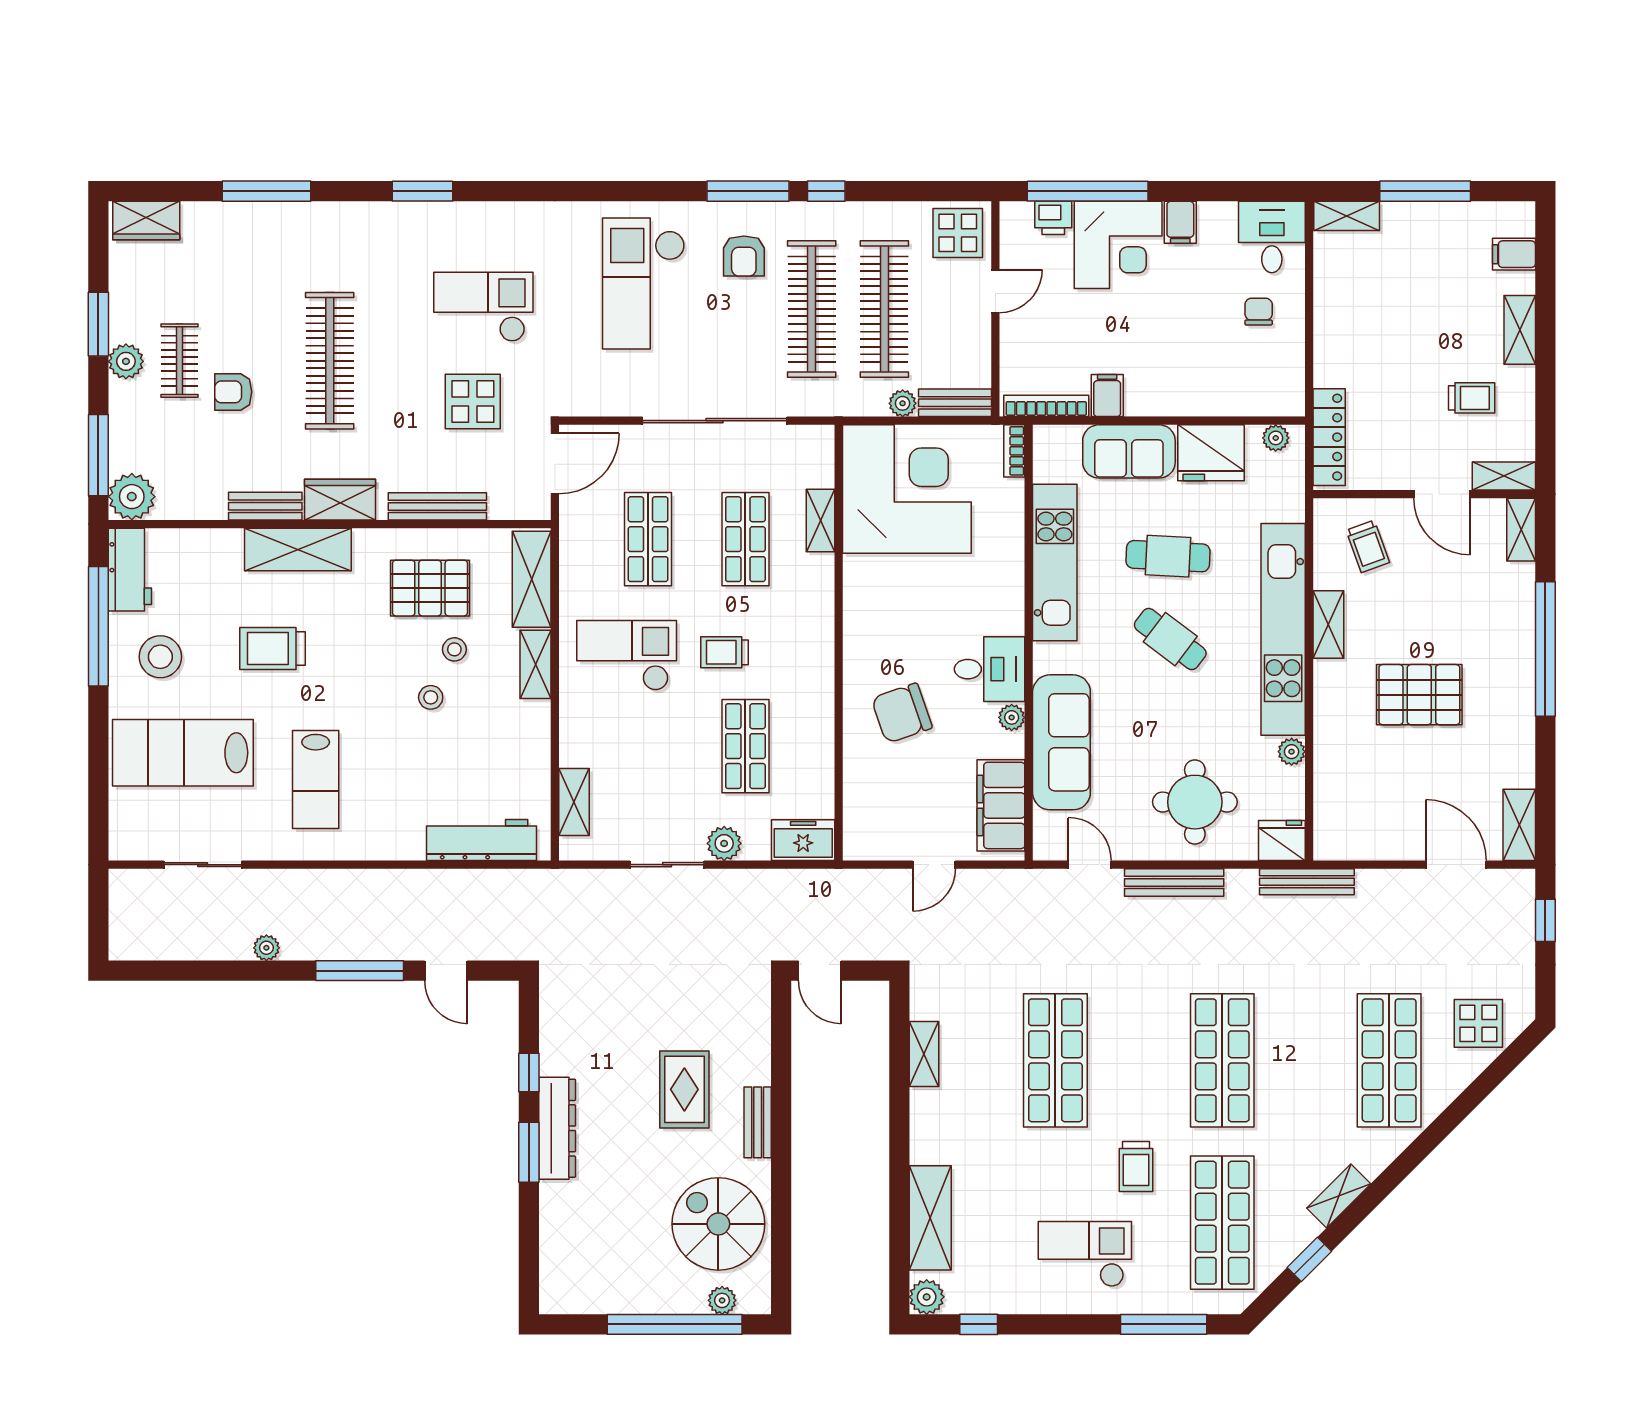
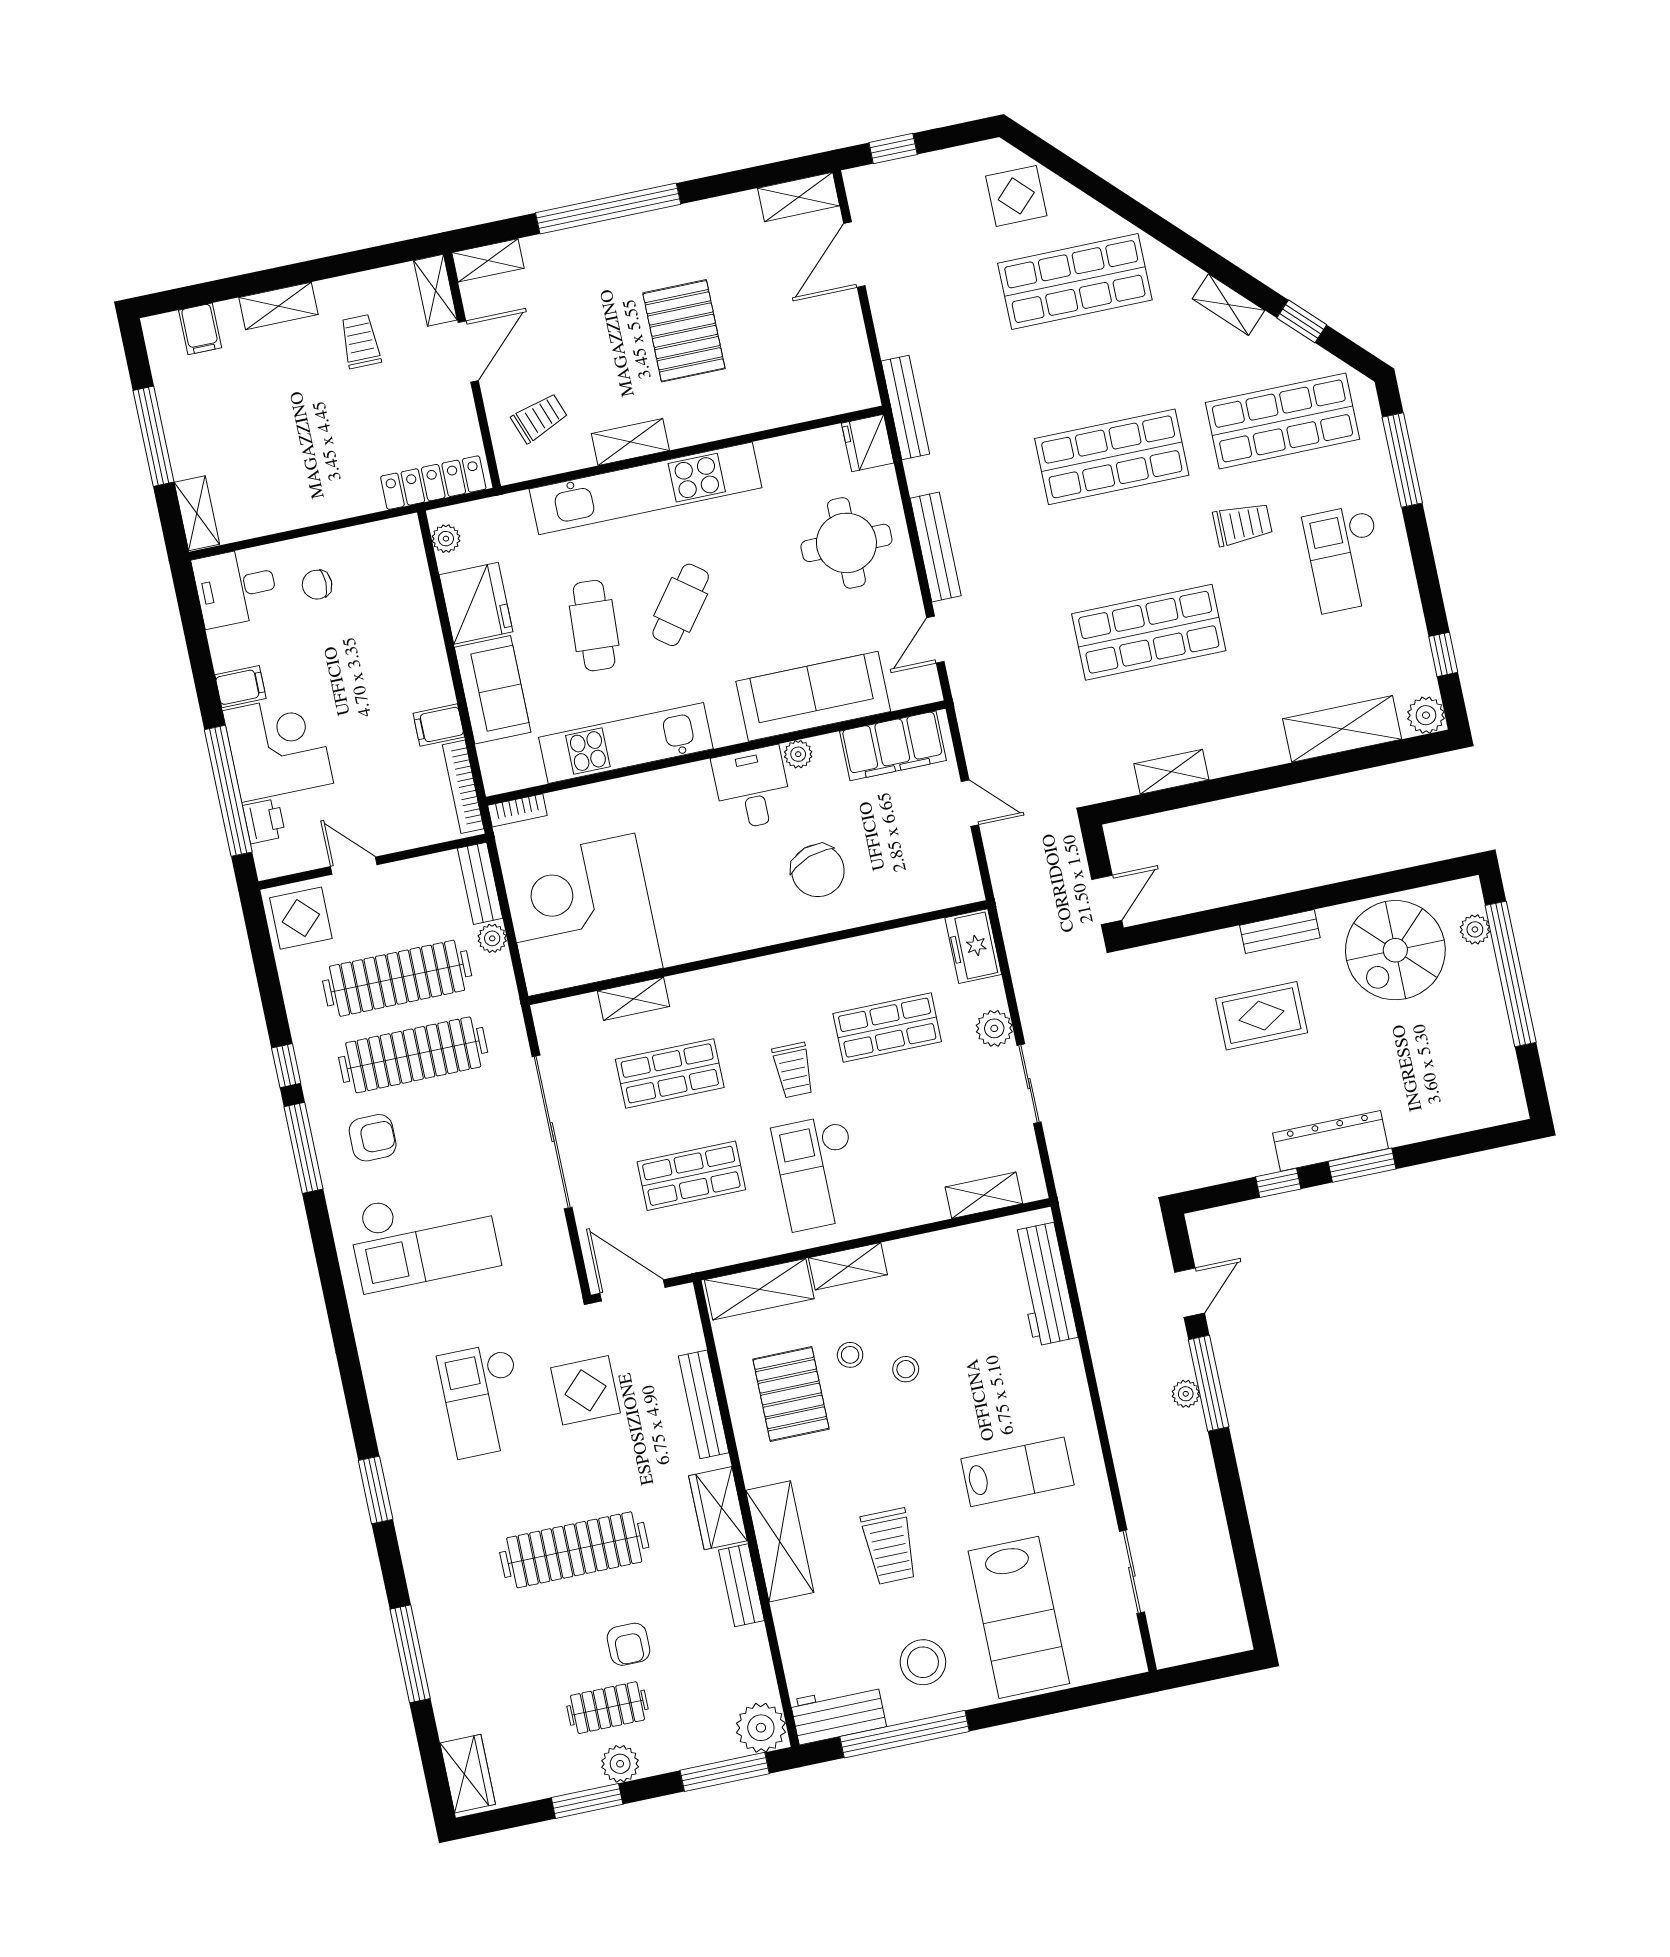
plant: (1292, 752) -> (772, 452), removed
plant: (266, 948) -> (1186, 1394), moved

